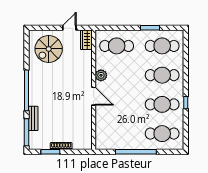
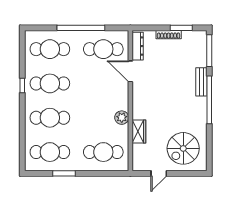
wardrobe: (86, 40) -> (139, 132), moved
spiral stairs: (49, 49) -> (183, 148), turned 180
door: (94, 96) -> (130, 71), moved
bench: (33, 118) -> (201, 82), moved
cafe table: (117, 134) -> (103, 49), added
dresser: (87, 136) -> (138, 46), added

